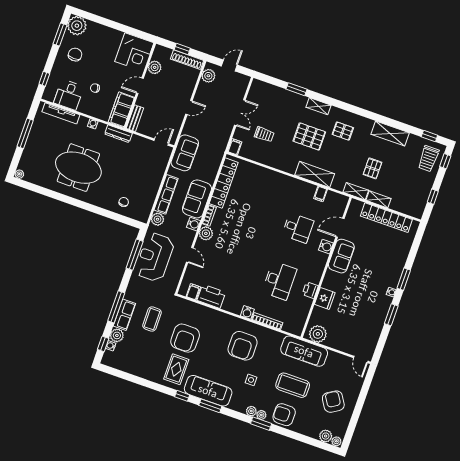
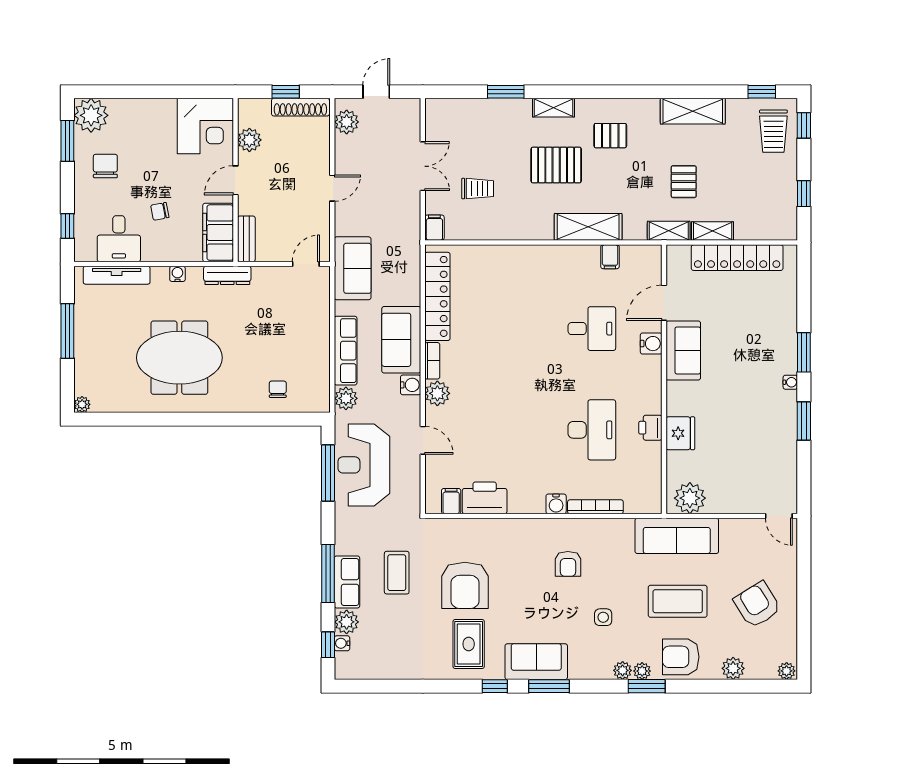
armchair: (243, 346) -> (568, 564), width x0.53, depth x0.53
sofa: (208, 391) -> (536, 662), width x0.73
plant: (326, 436) -> (733, 668), moved

